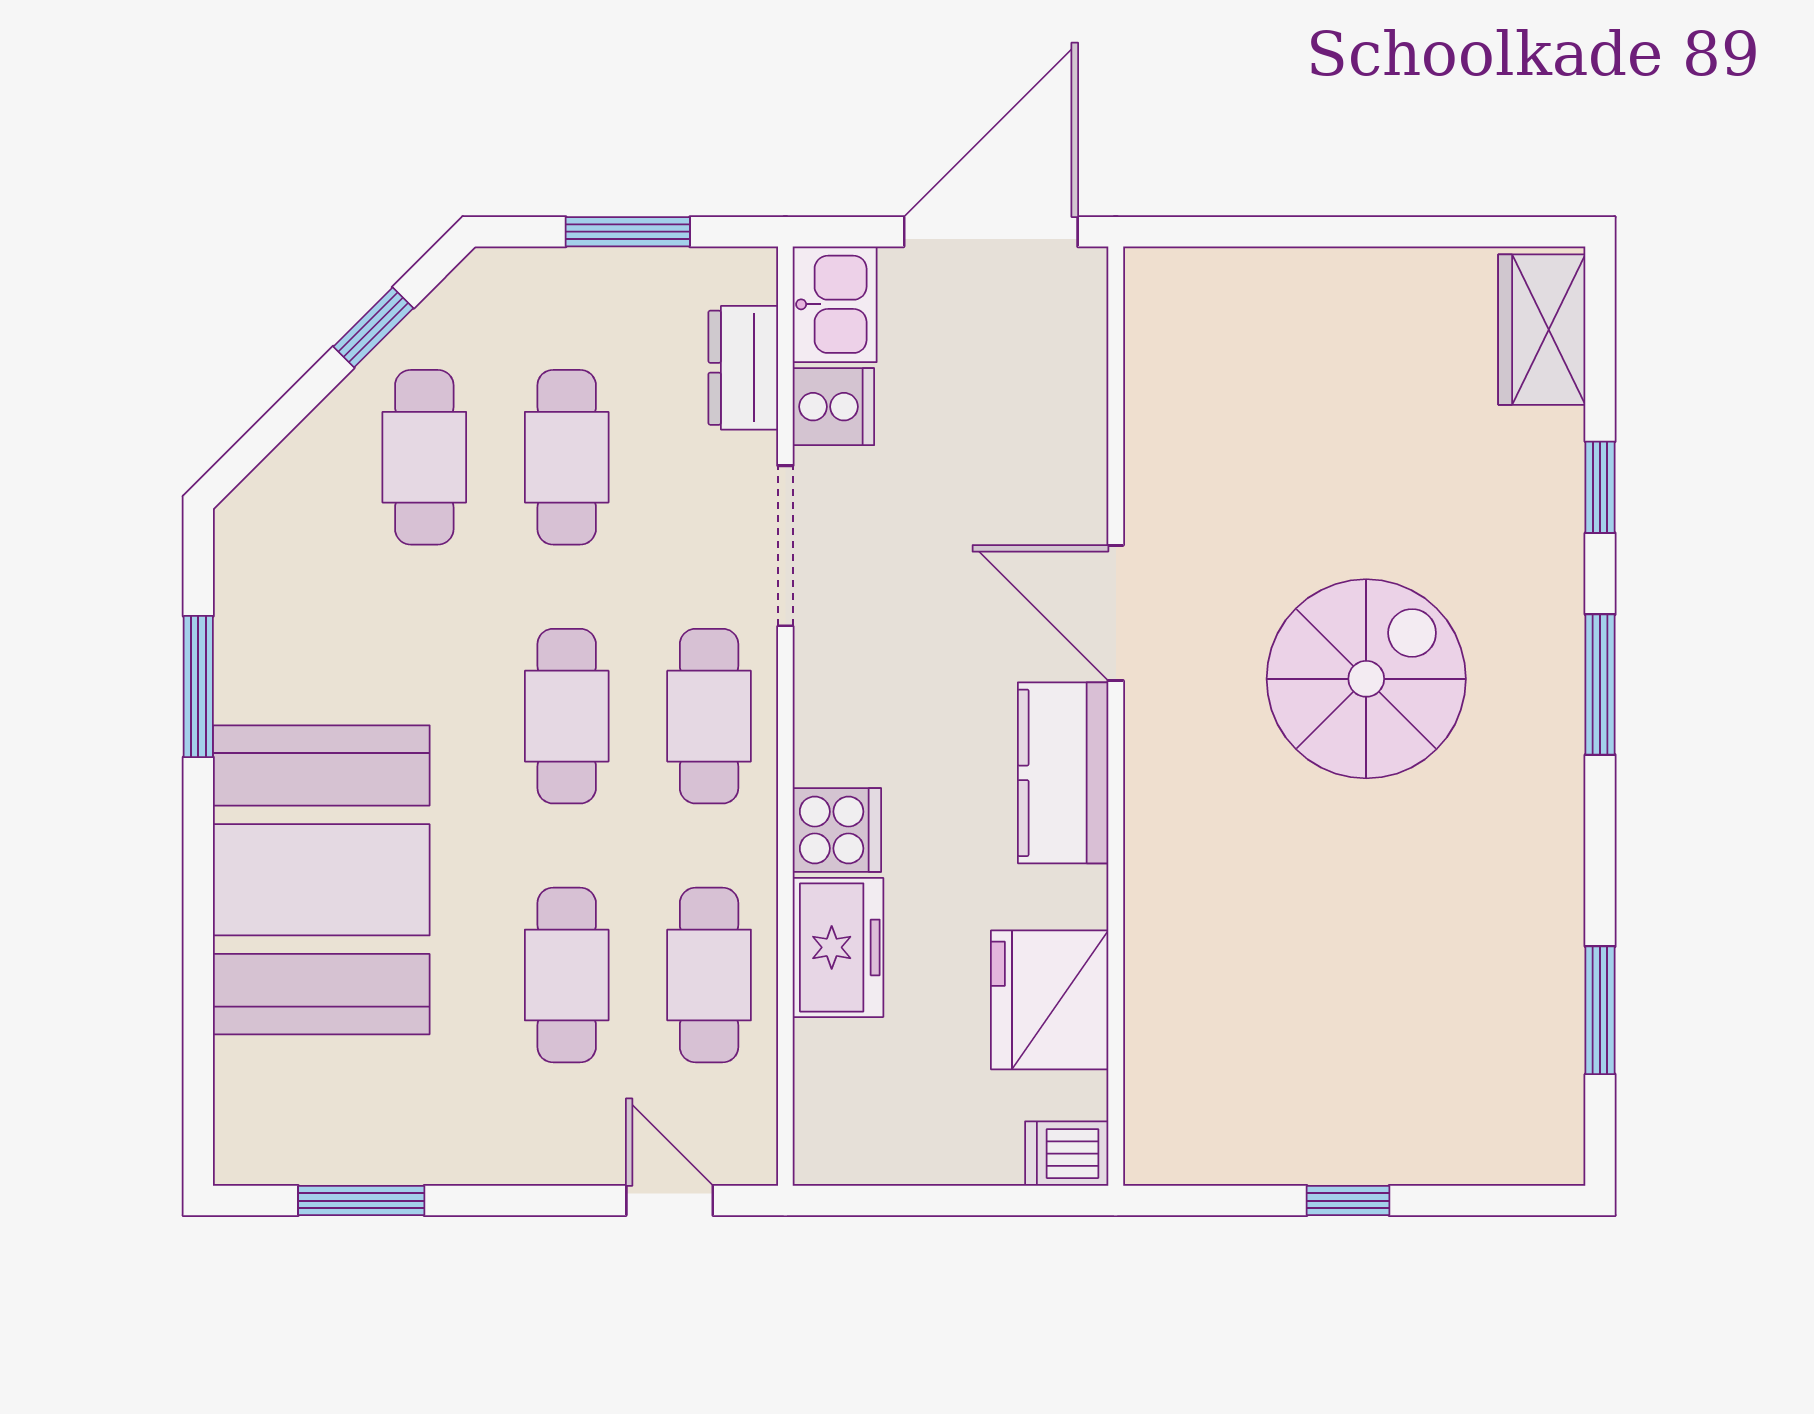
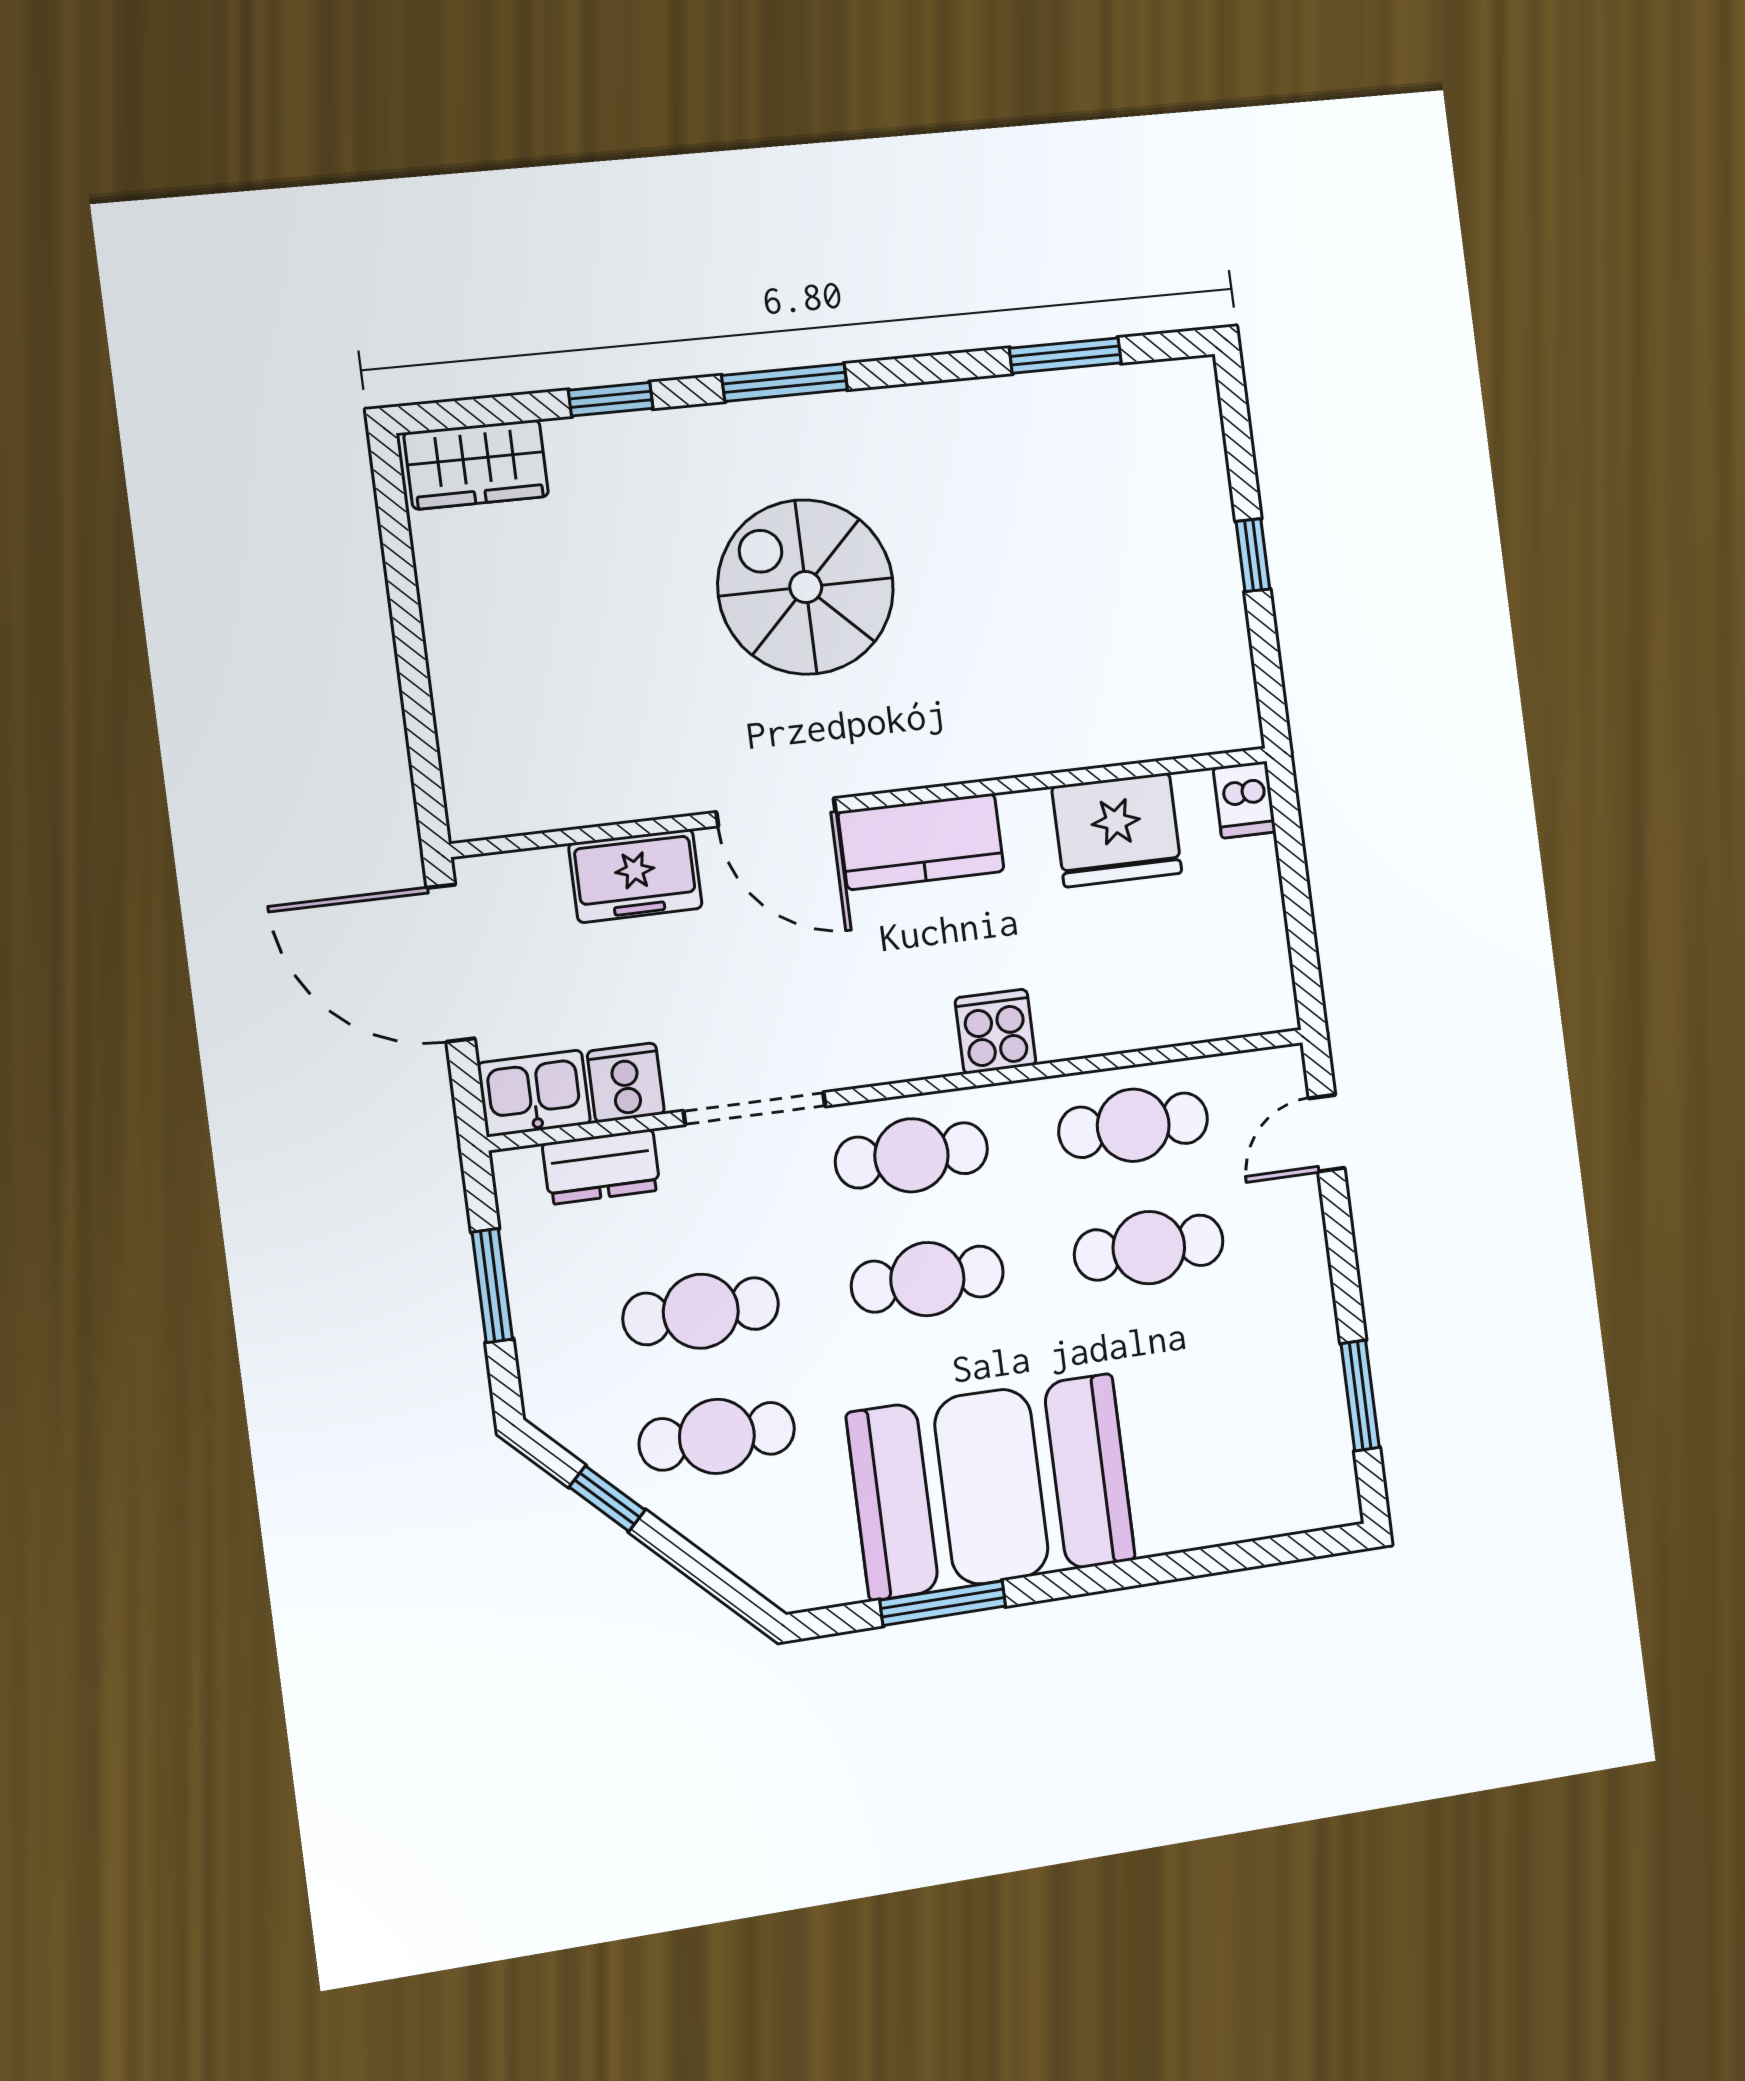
door: (1116, 613) -> (776, 812), hinge flipped
booth: (321, 880) -> (991, 1487), moved
freezer: (838, 947) -> (635, 876), moved, turned 180

